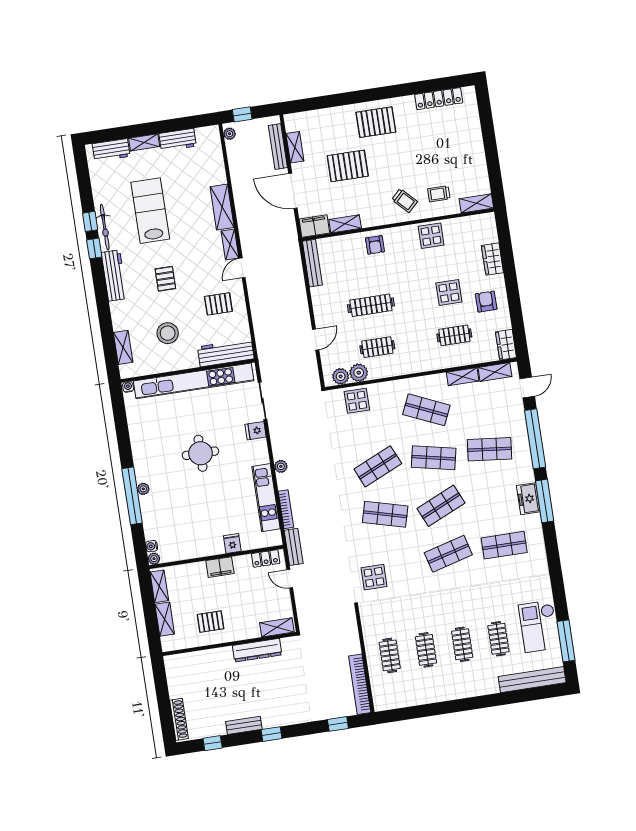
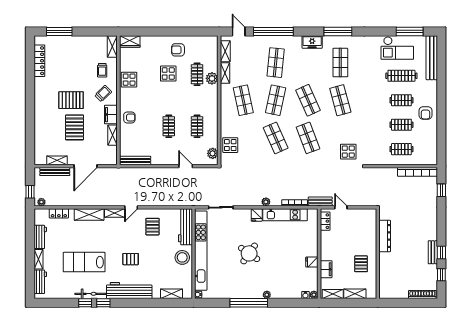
window: (487, 121) -> (59, 31), added
pallet: (376, 122) -> (71, 100), moved, turned 90
locker: (217, 162) -> (59, 213), added
filing cabinet: (314, 226) -> (111, 115), moved
wardrobe: (492, 259) -> (130, 41), moved
door: (242, 268) -> (131, 207), hinge flipped
workbench: (114, 275) -> (129, 290), width x1.36, depth x1.32
clothes rail: (371, 305) -> (169, 126), width x0.73
stool: (168, 333) -> (182, 257), moved
wardrobe: (506, 345) -> (208, 41), removed
plant: (359, 373) -> (212, 78), moved
shop shelf: (426, 410) -> (243, 100), turned -36
fridge: (256, 431) -> (257, 215), moved
round table: (200, 453) -> (249, 253), turned 35
window: (132, 496) -> (249, 303), moved
window: (545, 501) -> (338, 31), moved
shop shelf: (385, 514) -> (308, 138), turned -36
fridge: (232, 544) -> (312, 262), moved
filing cabinet: (220, 567) -> (326, 269), moved
door: (290, 579) -> (341, 207), swing flipped
shelving: (277, 627) -> (372, 221), removed
clothes rail: (498, 639) -> (401, 76), width x1.36
armchair: (449, 683) -> (425, 113), added
window: (272, 734) -> (441, 252), moved

